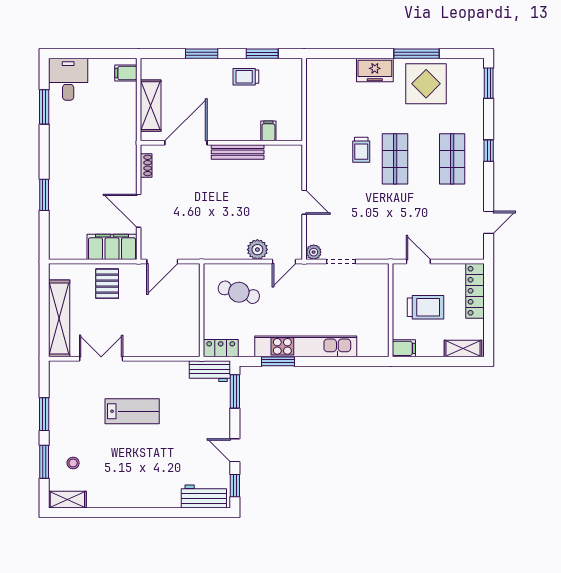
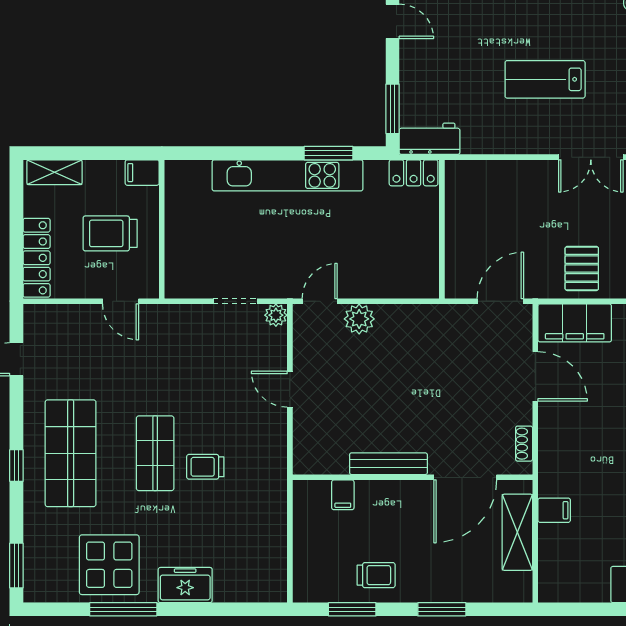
filing cabinet: (126, 73) -> (554, 510), moved
trolley: (361, 150) -> (205, 467), turned -90
shop shelf: (452, 159) -> (71, 453), width x1.43, depth x1.36
cafe table: (239, 292) -> (387, 256), removed

